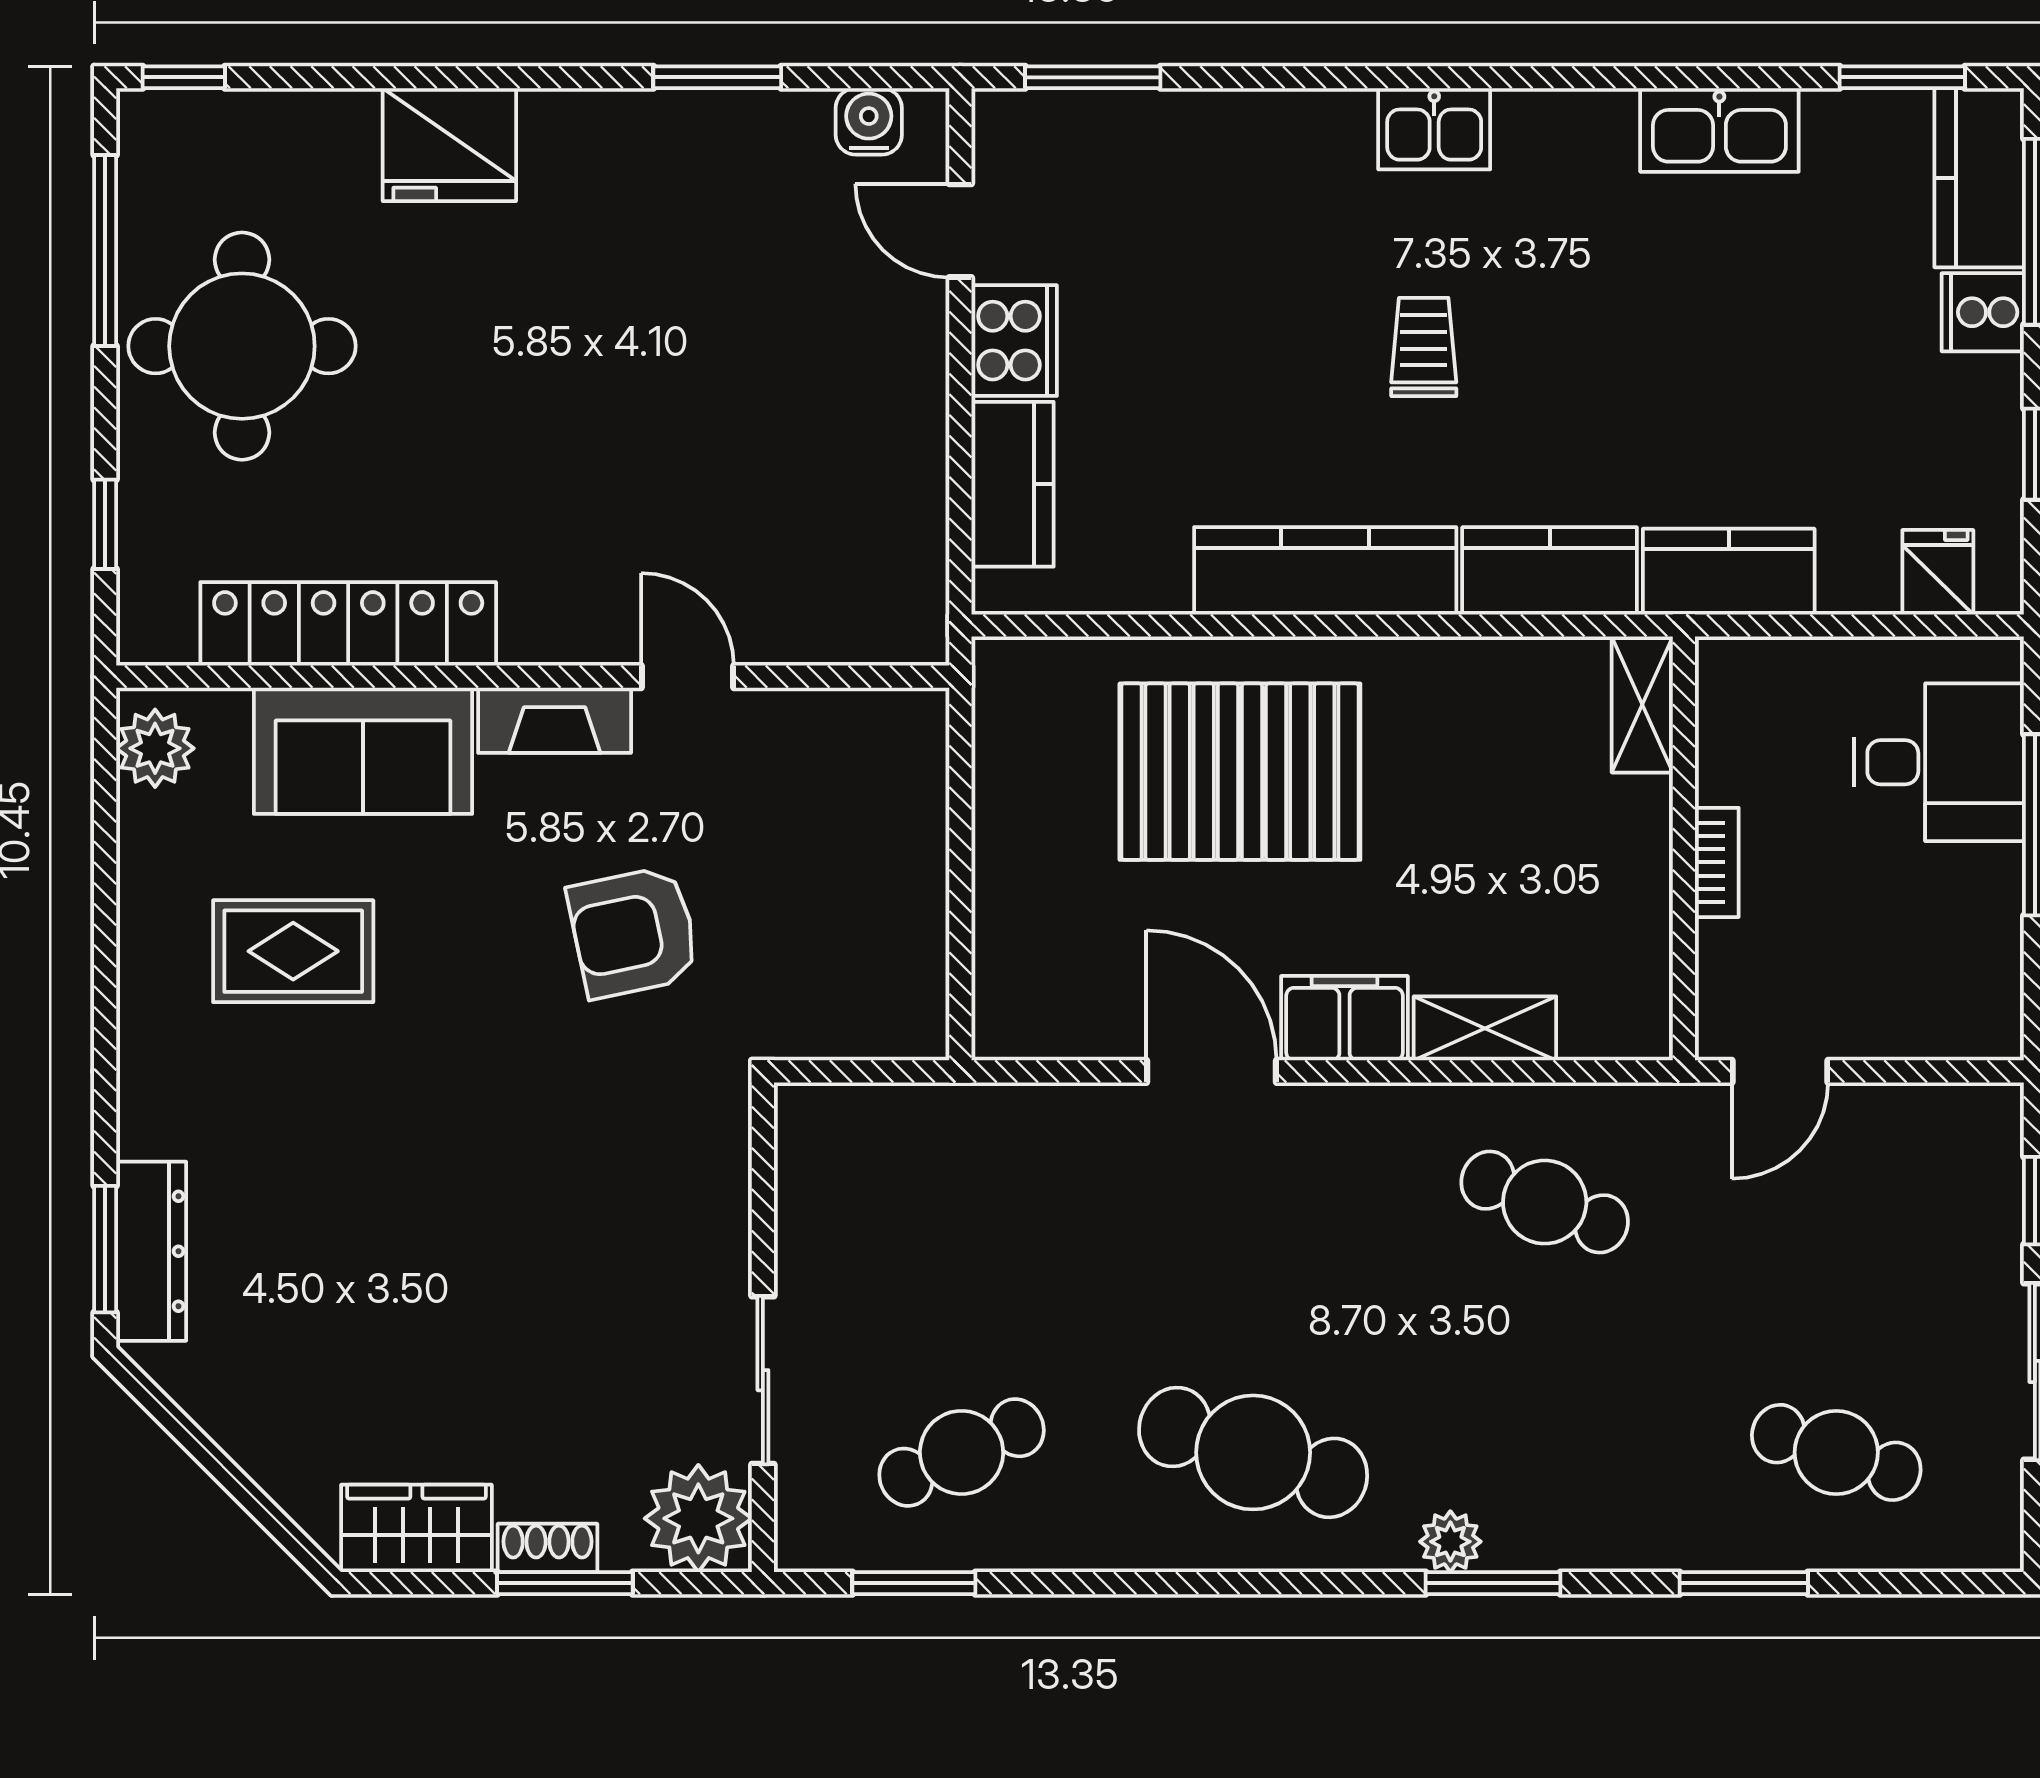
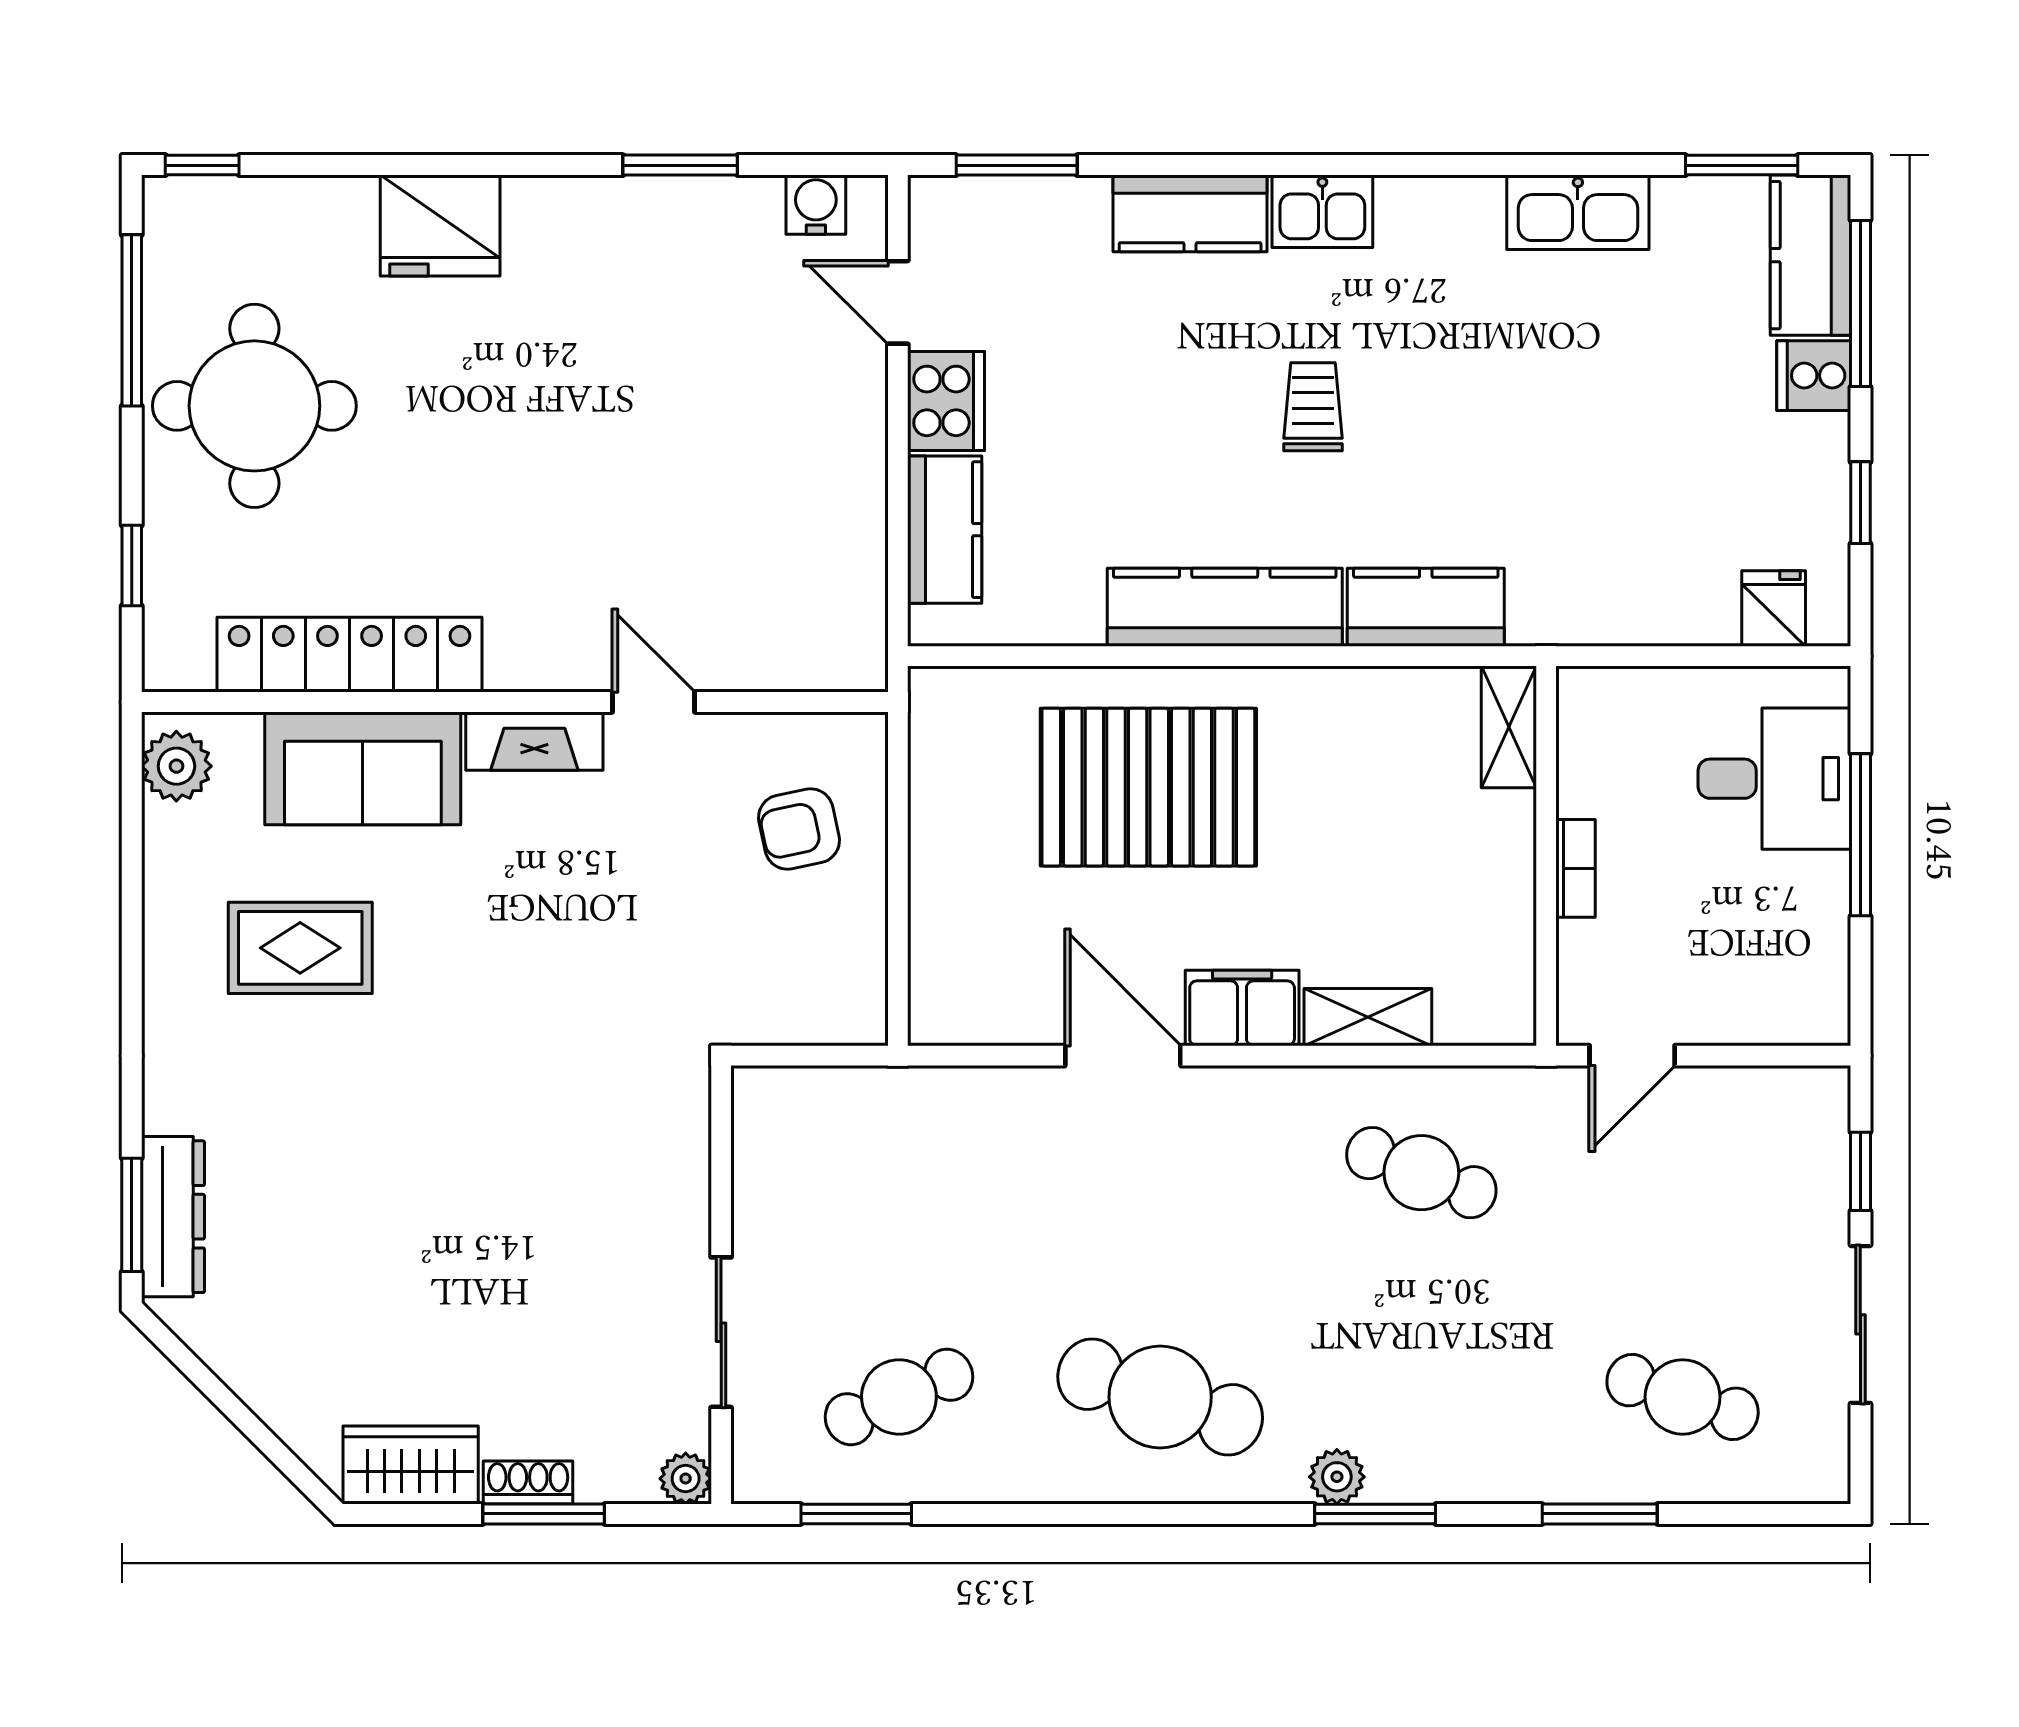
kitchen counter: (1729, 572) -> (1190, 213), moved, turned 180
armchair: (633, 932) -> (799, 829), moved, width x0.72, depth x0.72
plant: (698, 1518) -> (686, 1479), width x0.53, depth x0.53

